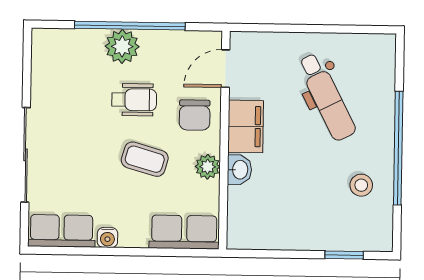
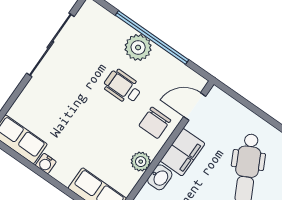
wheelchair: (134, 100) -> (123, 87), turned 180
sliding door: (26, 155) -> (50, 45), moved
coffee table: (145, 159) -> (104, 129), removed

